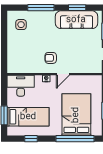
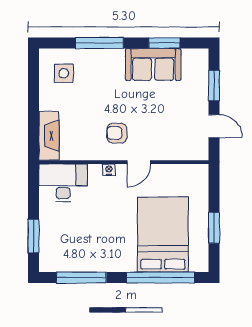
sofa: (76, 20) -> (153, 64), width x0.73
fireplace: (13, 59) -> (49, 136), added
bed: (28, 117) -> (76, 239), removed
window: (31, 139) -> (81, 278), width x2.17

